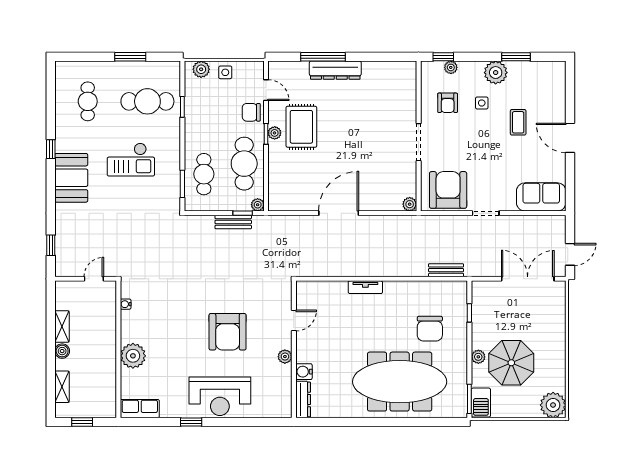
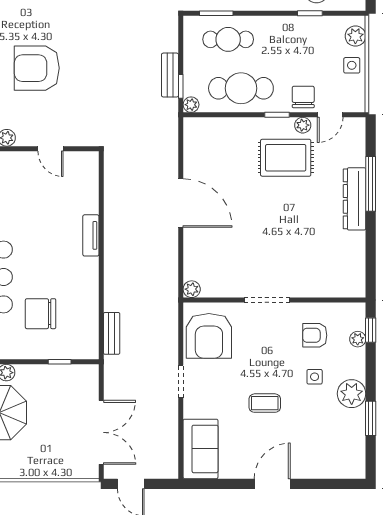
coffee table: (518, 122) -> (265, 403), moved
plant: (275, 133) -> (303, 125), moved
armchair: (448, 190) -> (209, 336), turned 90

